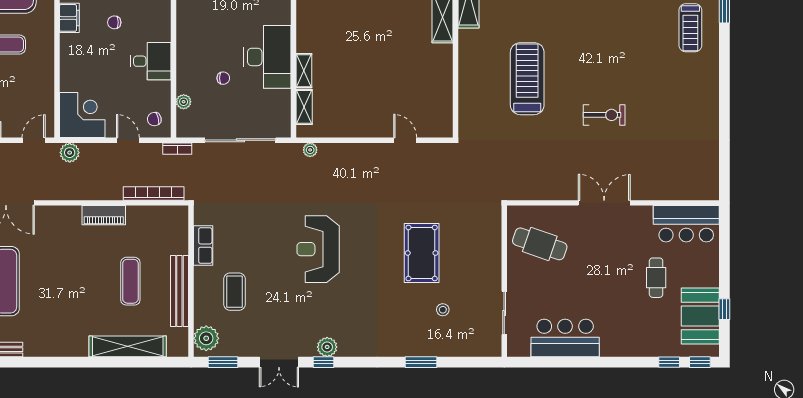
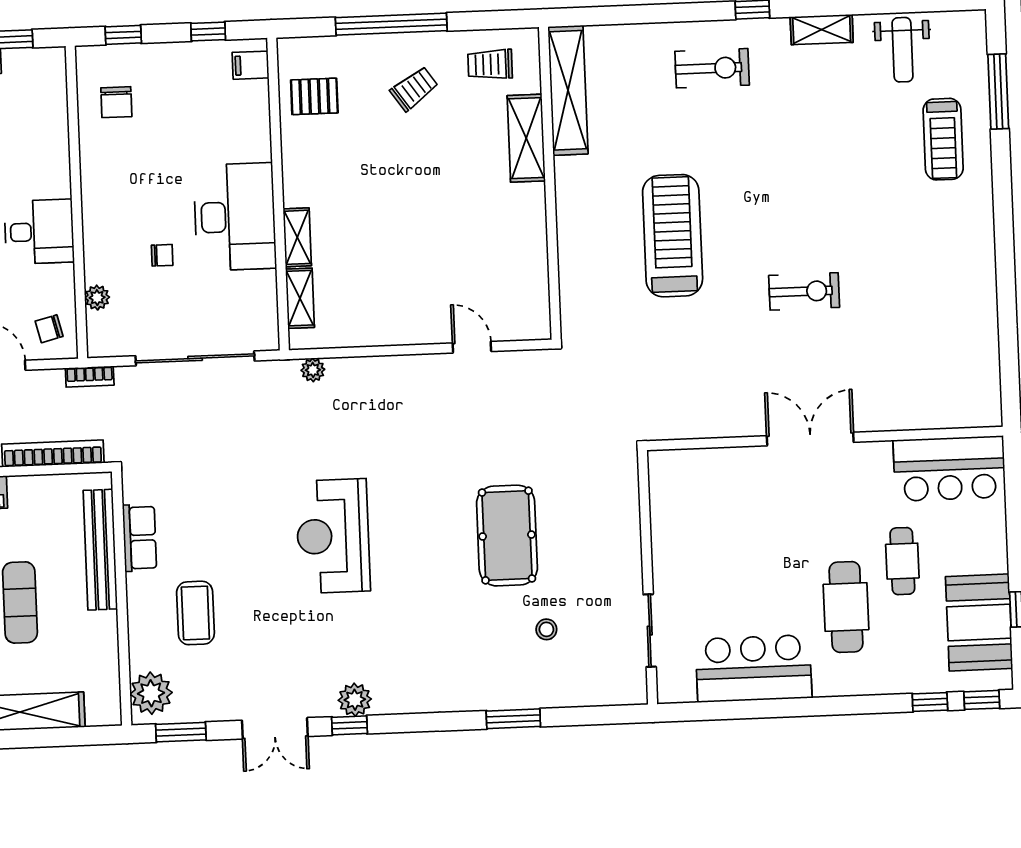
cafe table: (540, 244) -> (846, 607), moved, turned 71
bench: (179, 291) -> (100, 550), moved

